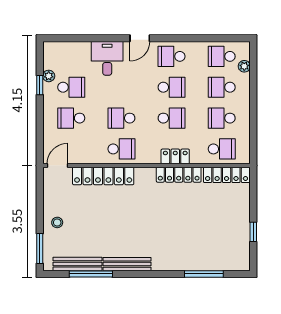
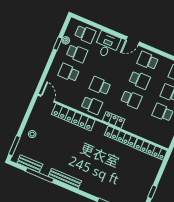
school desk: (222, 149) -> (85, 34), moved
locker: (175, 156) -> (114, 120), moved
door: (58, 166) -> (48, 99), hinge flipped
bench: (77, 264) -> (30, 164), width x0.73

